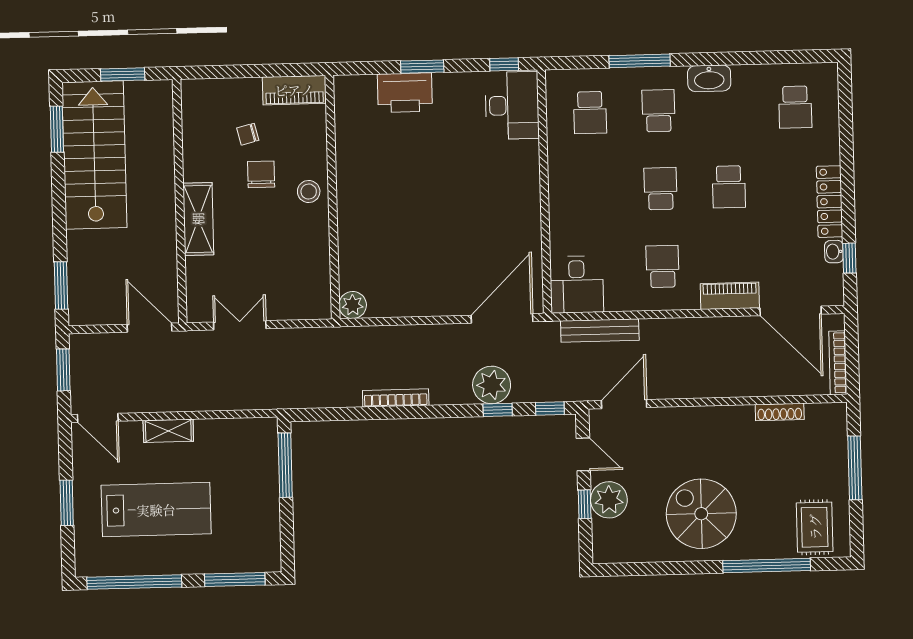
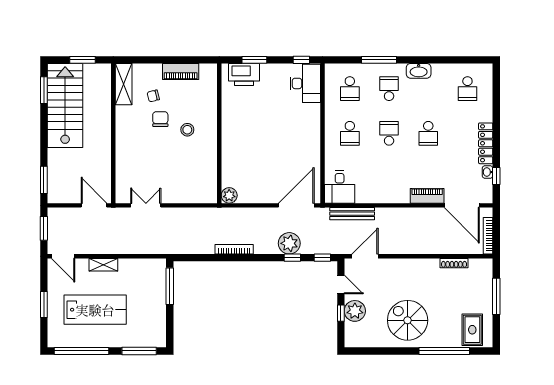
wall: (332, 197) -> (219, 133), moved
shelving: (198, 219) -> (124, 84), moved
school desk: (663, 266) -> (350, 133), moved, turned 180
plant: (353, 305) -> (229, 195), moved

